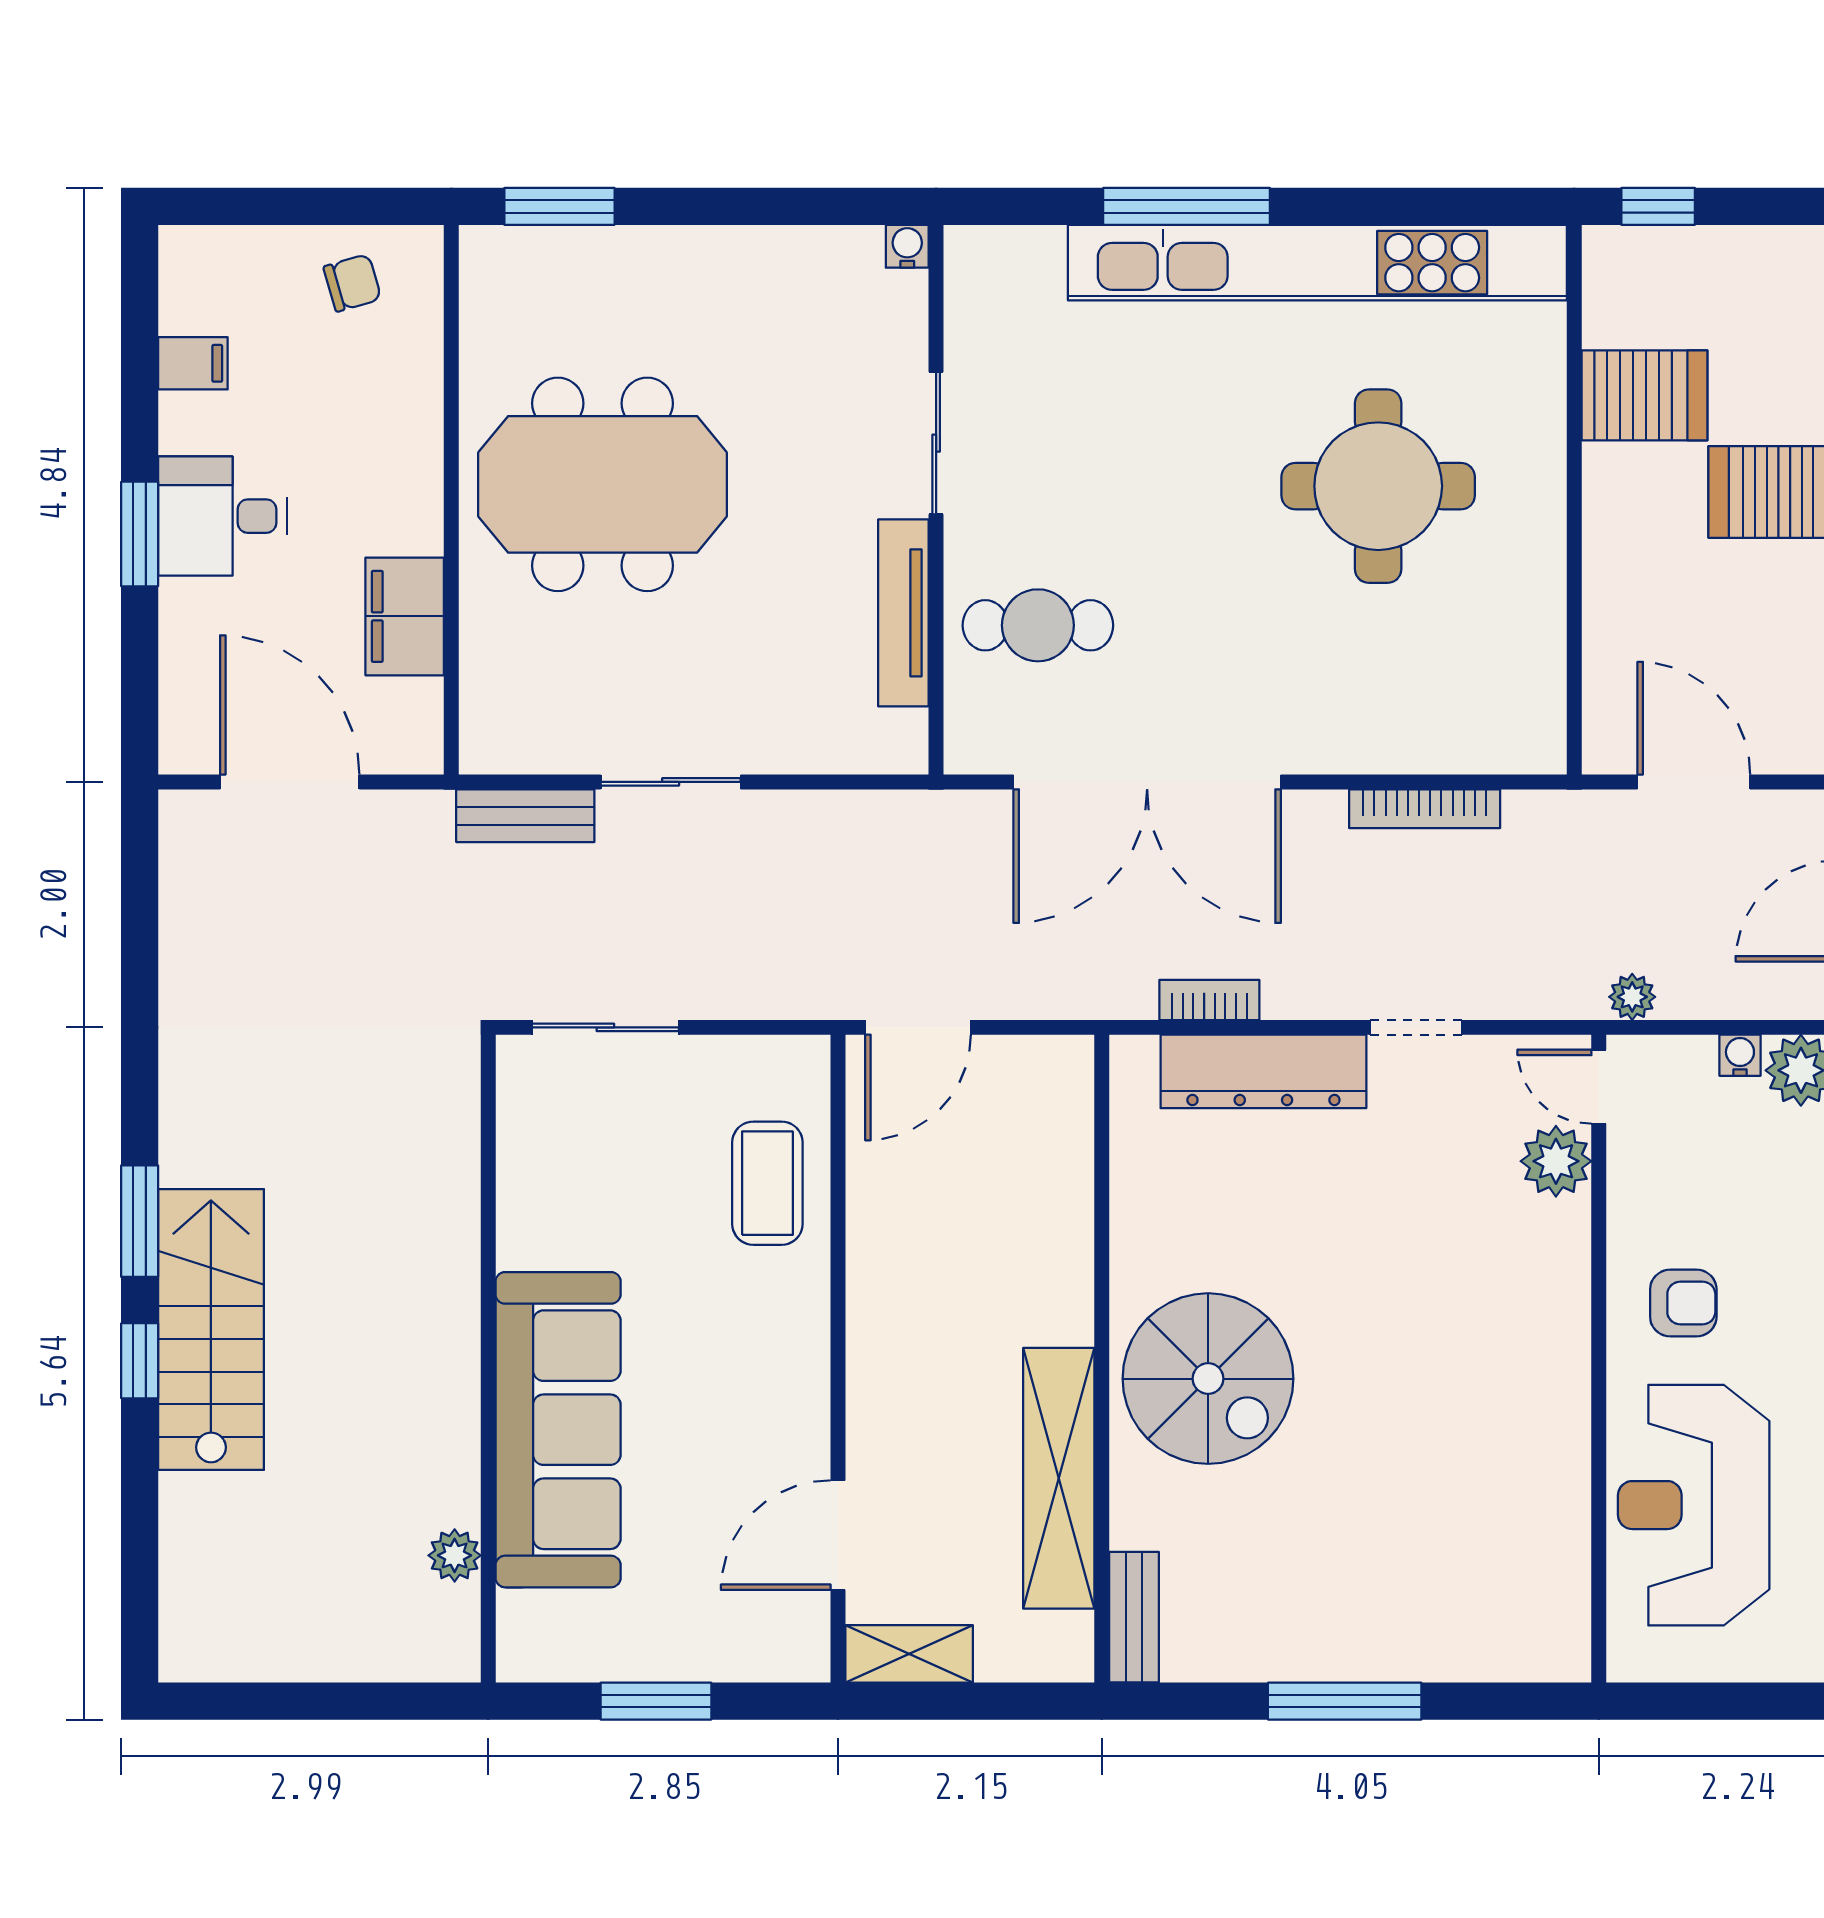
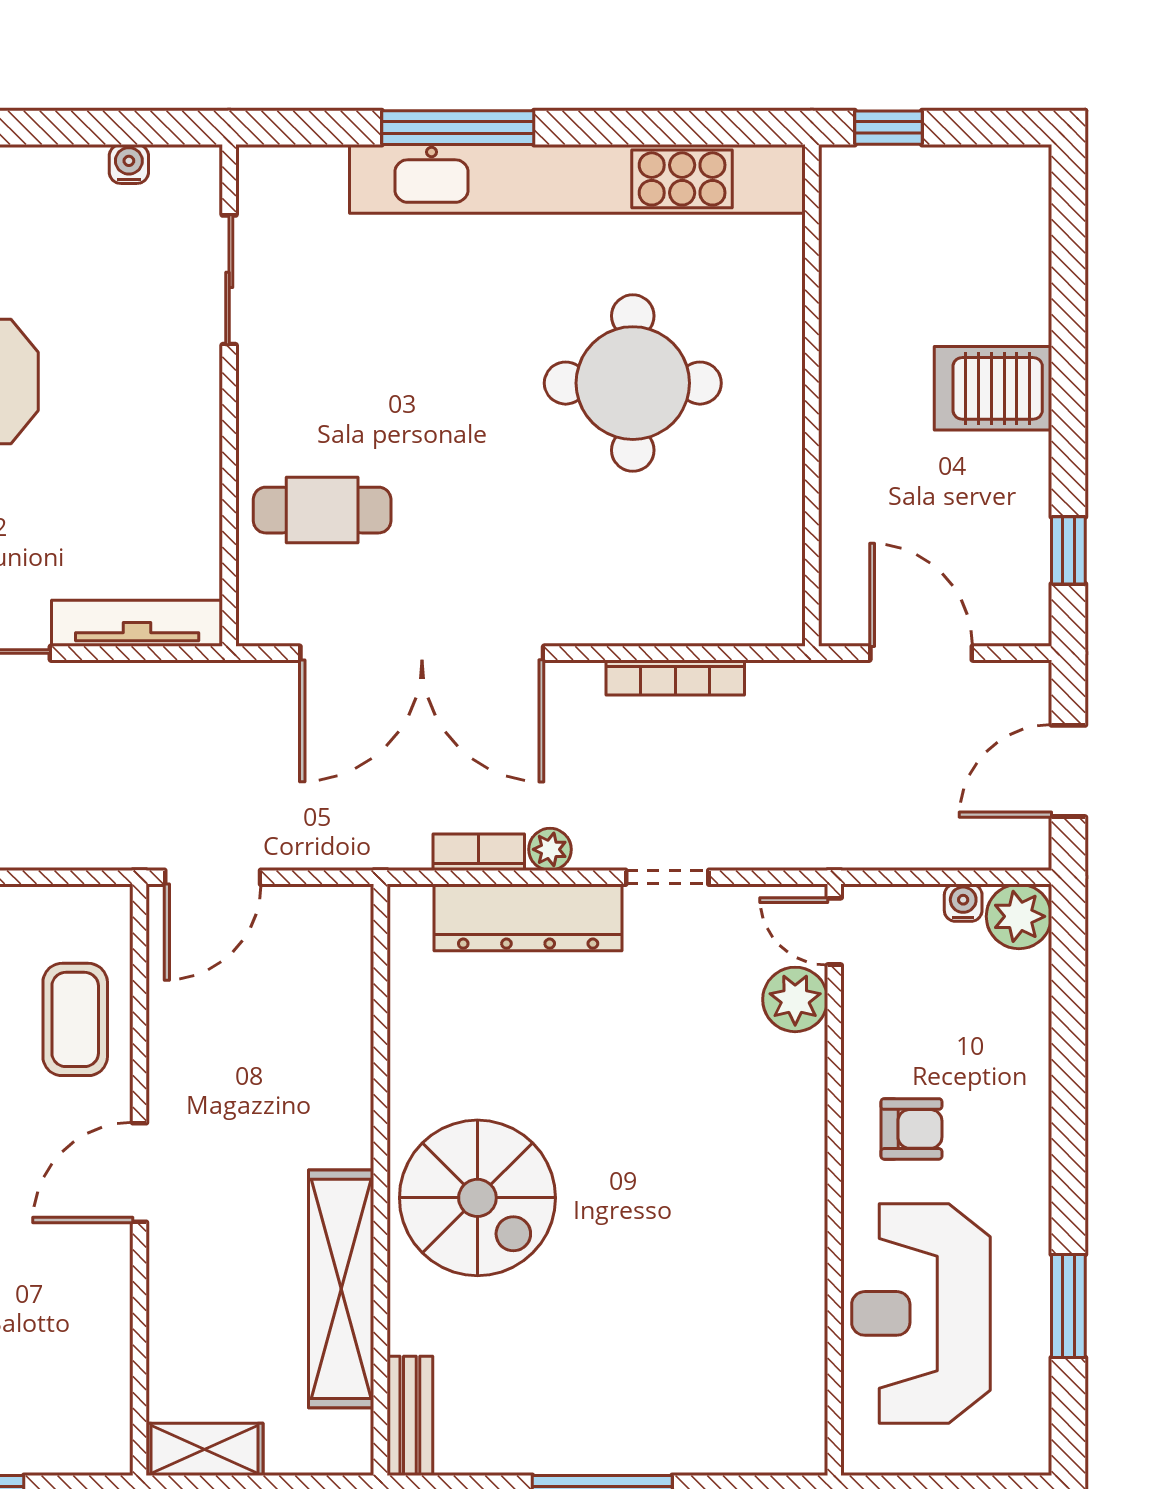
water cooler: (907, 246) -> (129, 164), moved
server rack: (1645, 395) -> (876, 300), removed
sliding door: (936, 443) -> (229, 280), moved
tv unit: (903, 613) -> (137, 623), moved, turned 90
plant: (1632, 997) -> (550, 849), moved
door: (838, 1535) -> (140, 1172), moved

